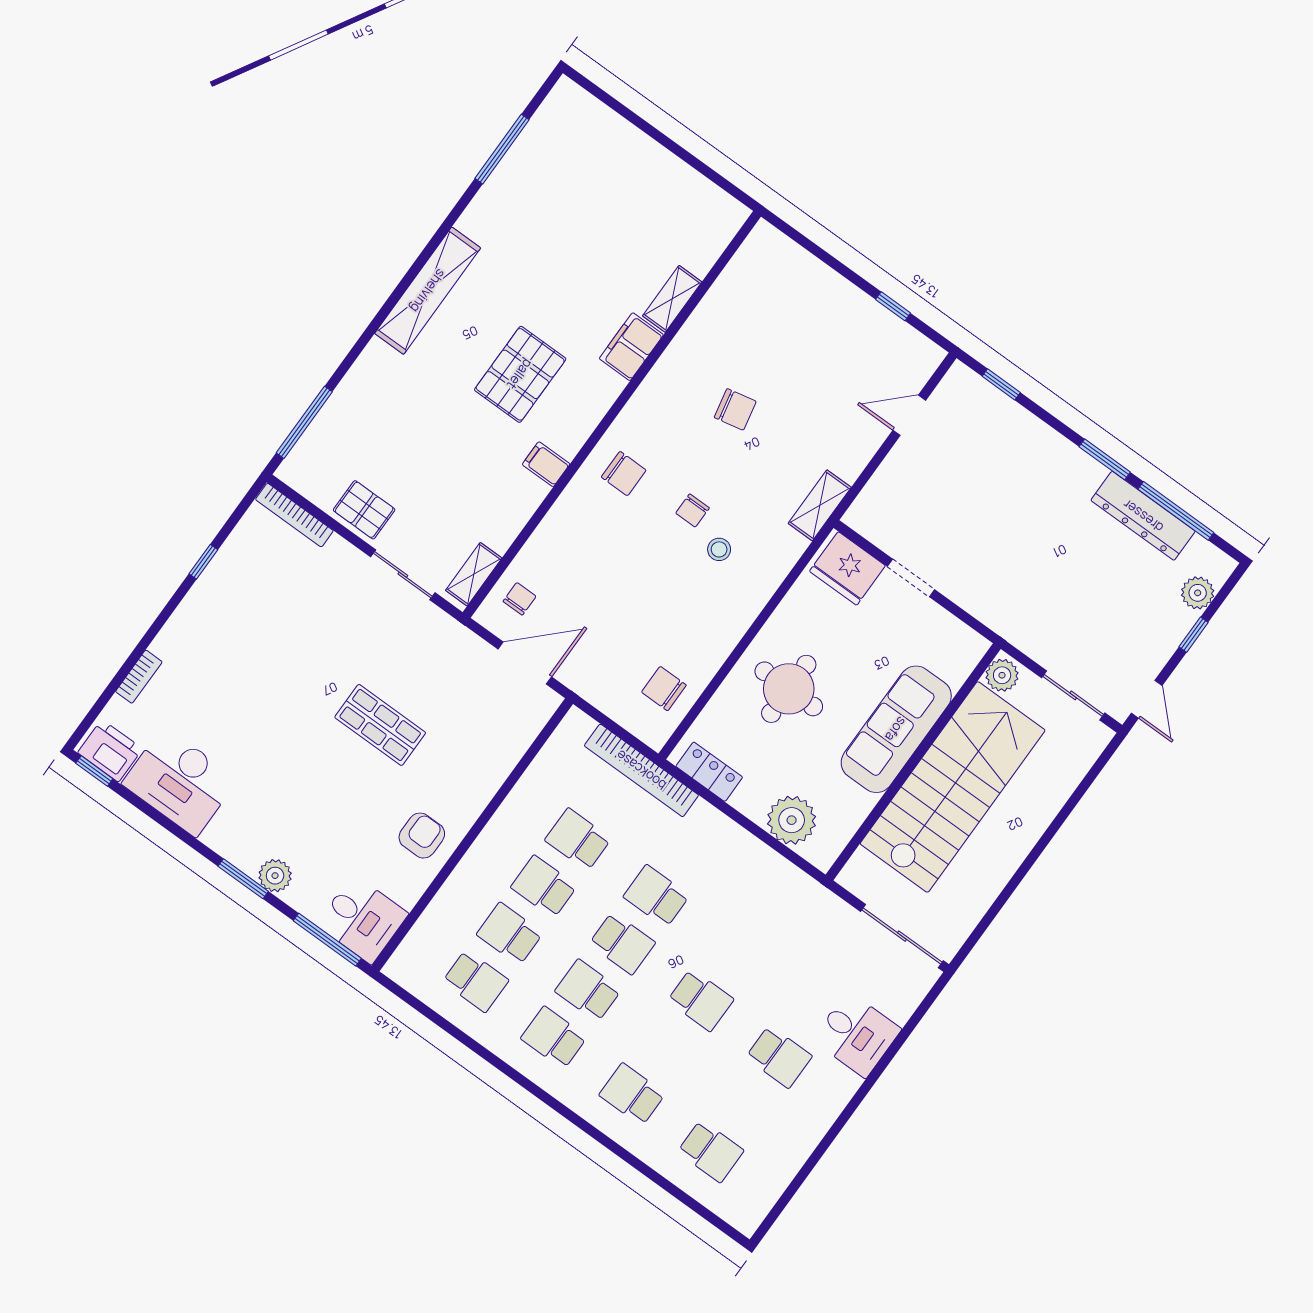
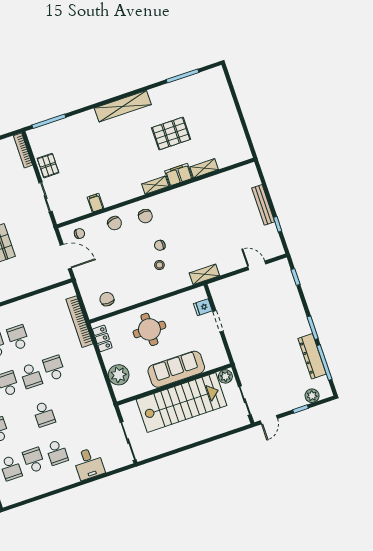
bench: (838, 289) -> (263, 205), added
pallet: (520, 374) -> (171, 134), moved
chair: (735, 409) -> (115, 223), moved
filing cabinet: (546, 464) -> (95, 203), moved
fridge: (847, 568) -> (203, 307), width x0.53, depth x0.75
shelving: (474, 574) -> (155, 185), moved
school desk: (578, 839) -> (34, 460), moved

